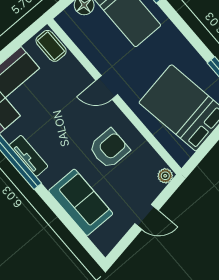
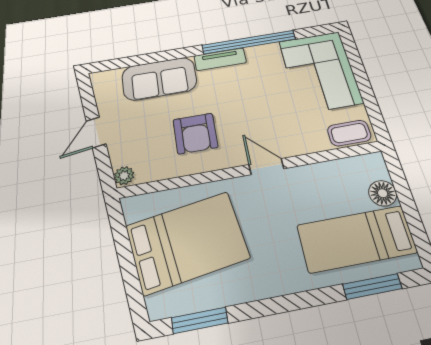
door: (107, 87) -> (266, 167), hinge flipped
tv unit: (29, 156) -> (220, 59), moved

